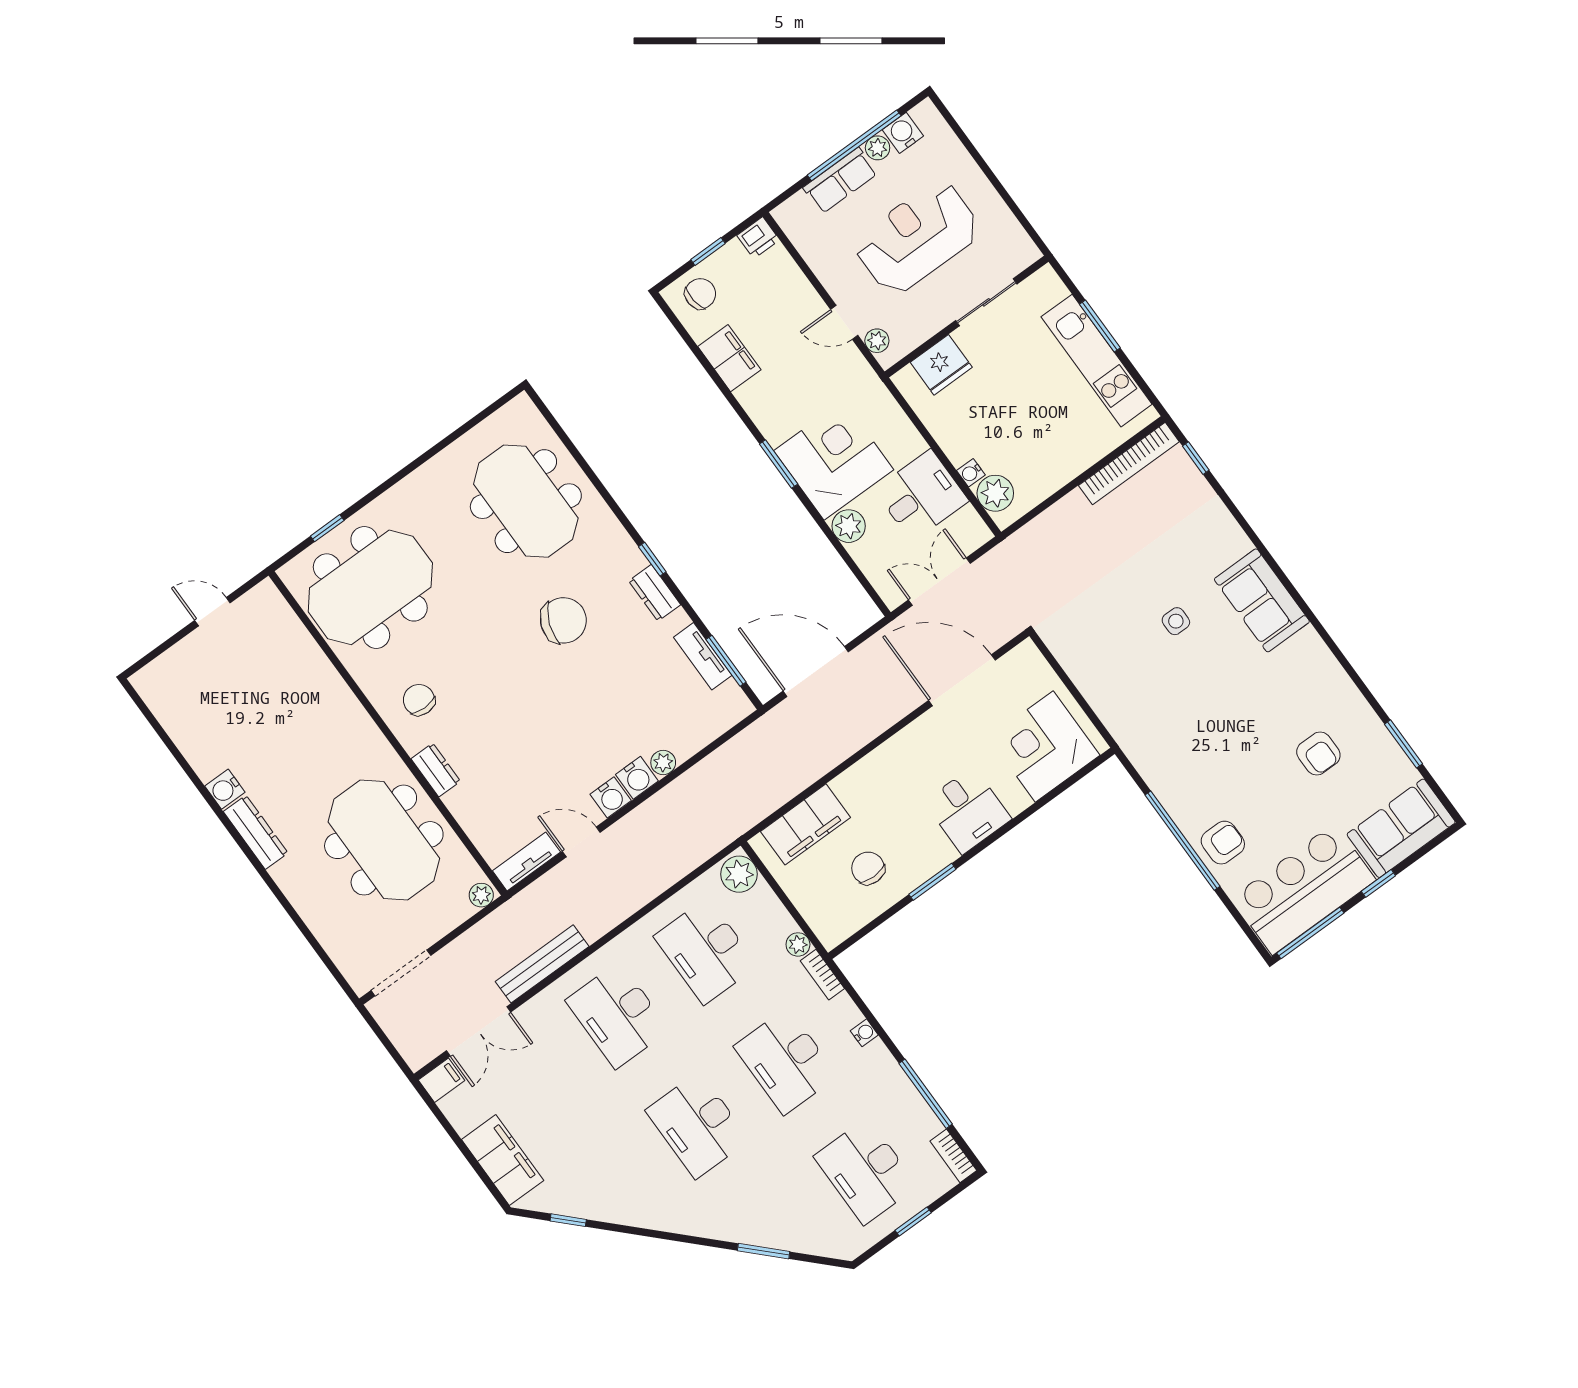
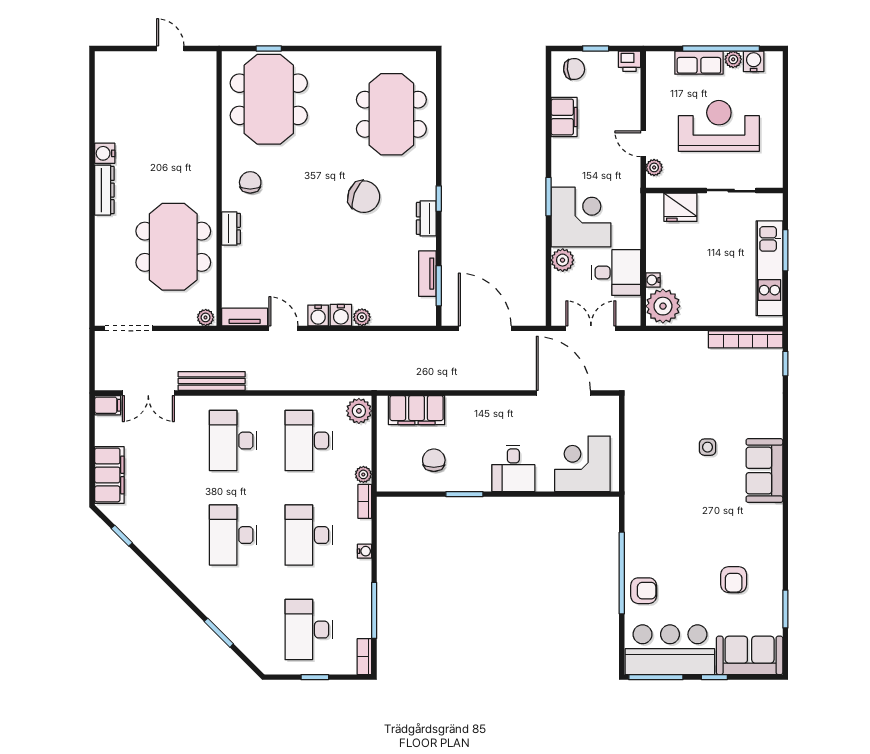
plant: (995, 493) -> (663, 306), width x1.36, depth x1.36
meeting table: (370, 587) -> (269, 99), turned 90

